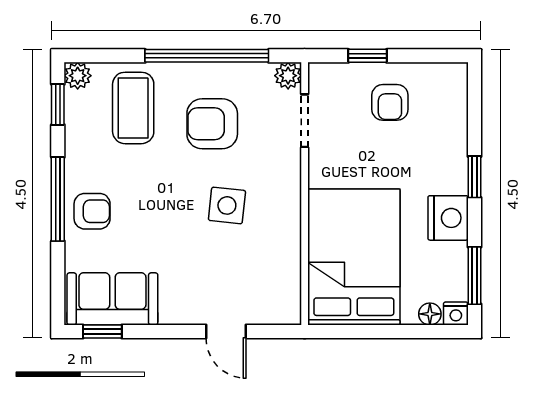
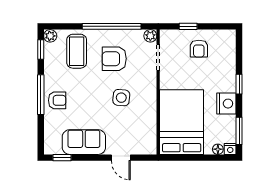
sofa: (112, 299) -> (84, 142), moved

